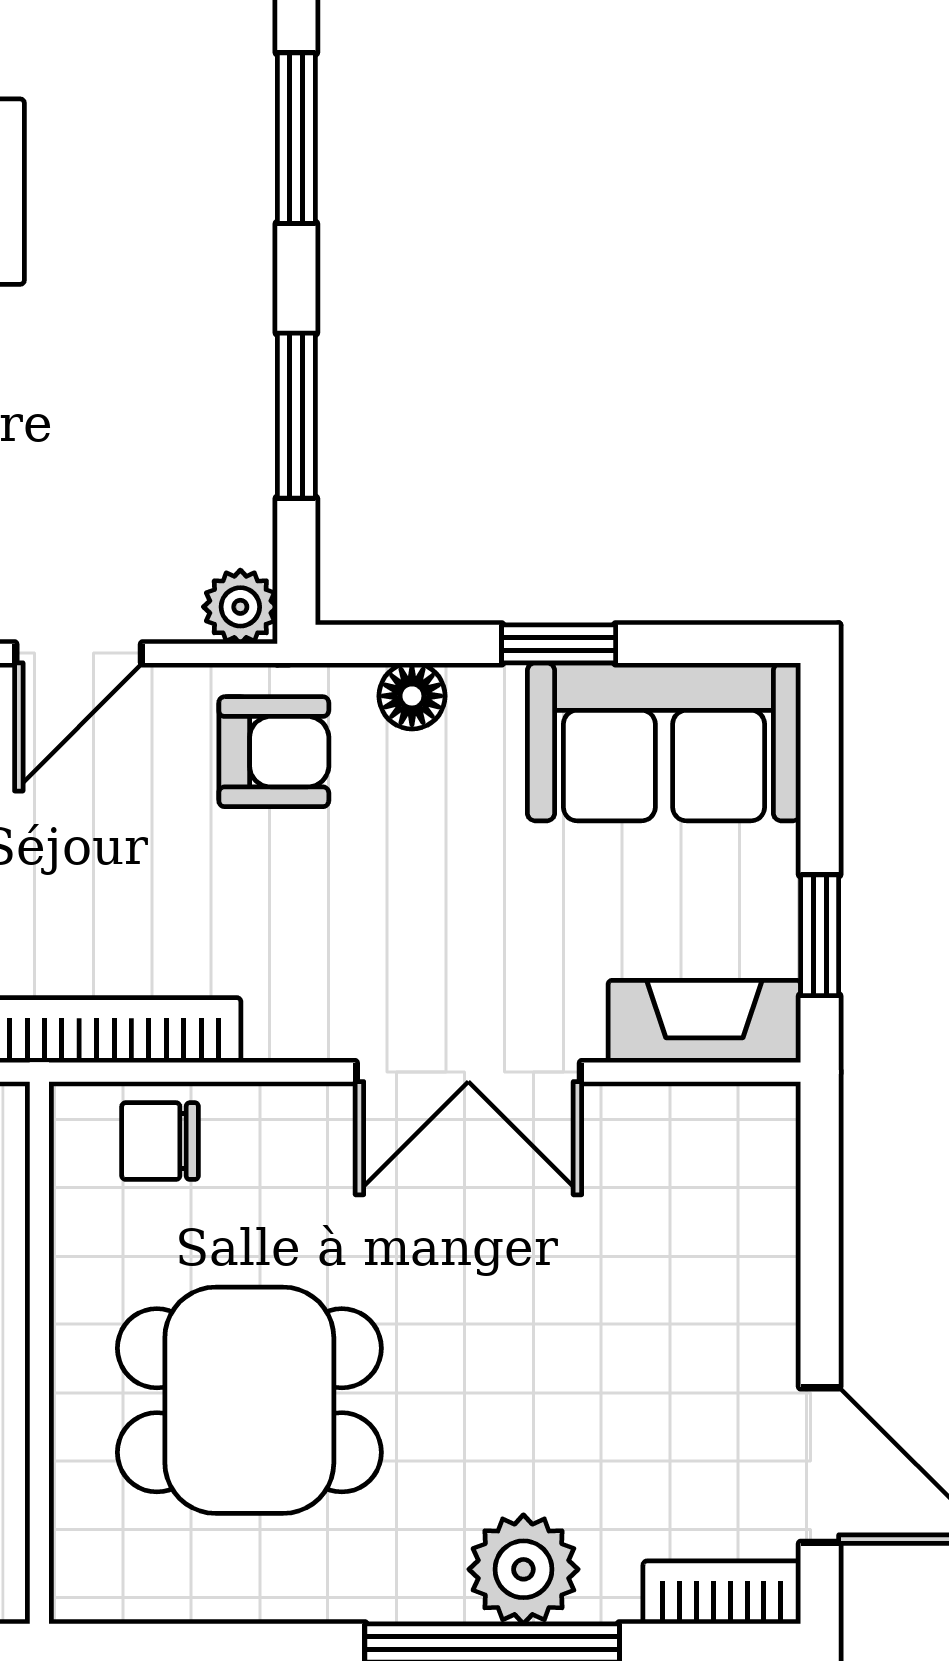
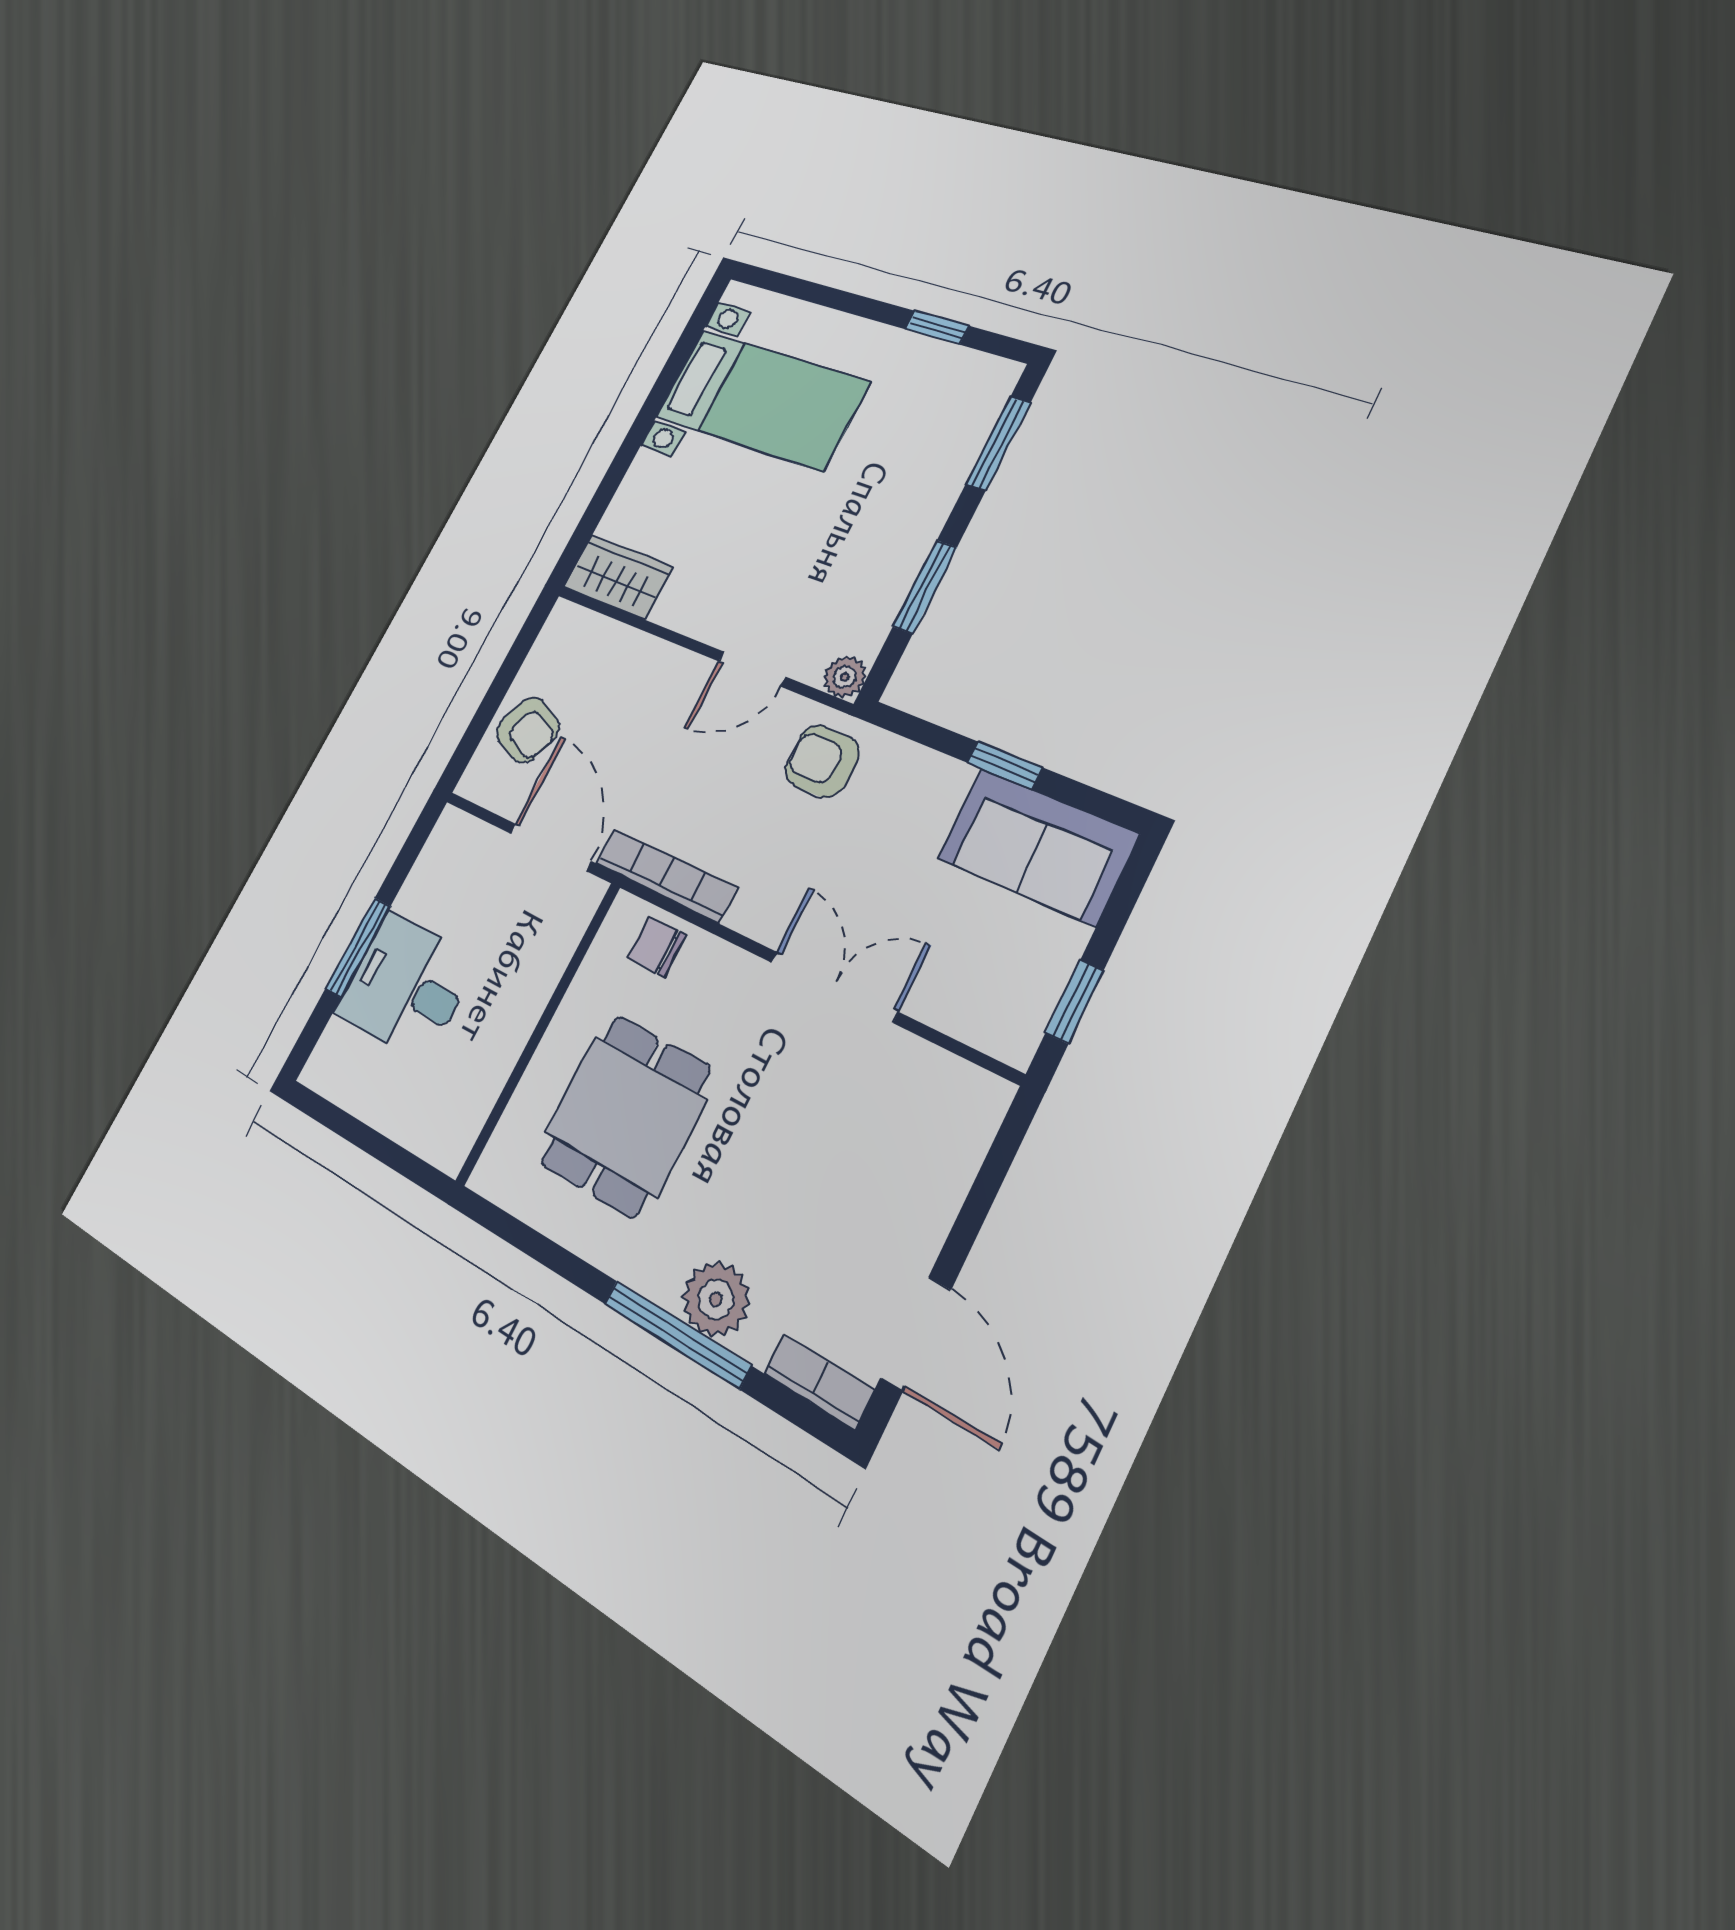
floor lamp: (412, 696) -> (910, 761), removed
armchair: (274, 752) -> (822, 761), turned 180
fireplace: (704, 1021) -> (981, 1021), removed
double door: (468, 1072) -> (834, 987), swing flipped
dining table: (249, 1400) -> (625, 1116), turned 90

